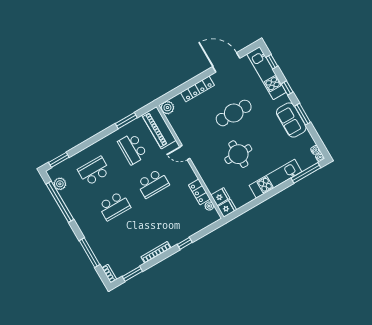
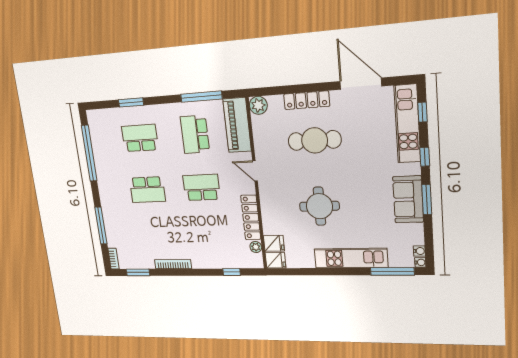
cafe table: (234, 113) -> (315, 140), moved
window: (126, 121) -> (201, 97), width x1.44
window: (59, 160) -> (131, 102), moved
plant: (60, 184) -> (96, 133), removed
school desk: (153, 184) -> (202, 187), turned 180
locker: (199, 192) -> (251, 217), width x1.53
window: (185, 243) -> (232, 272), moved

